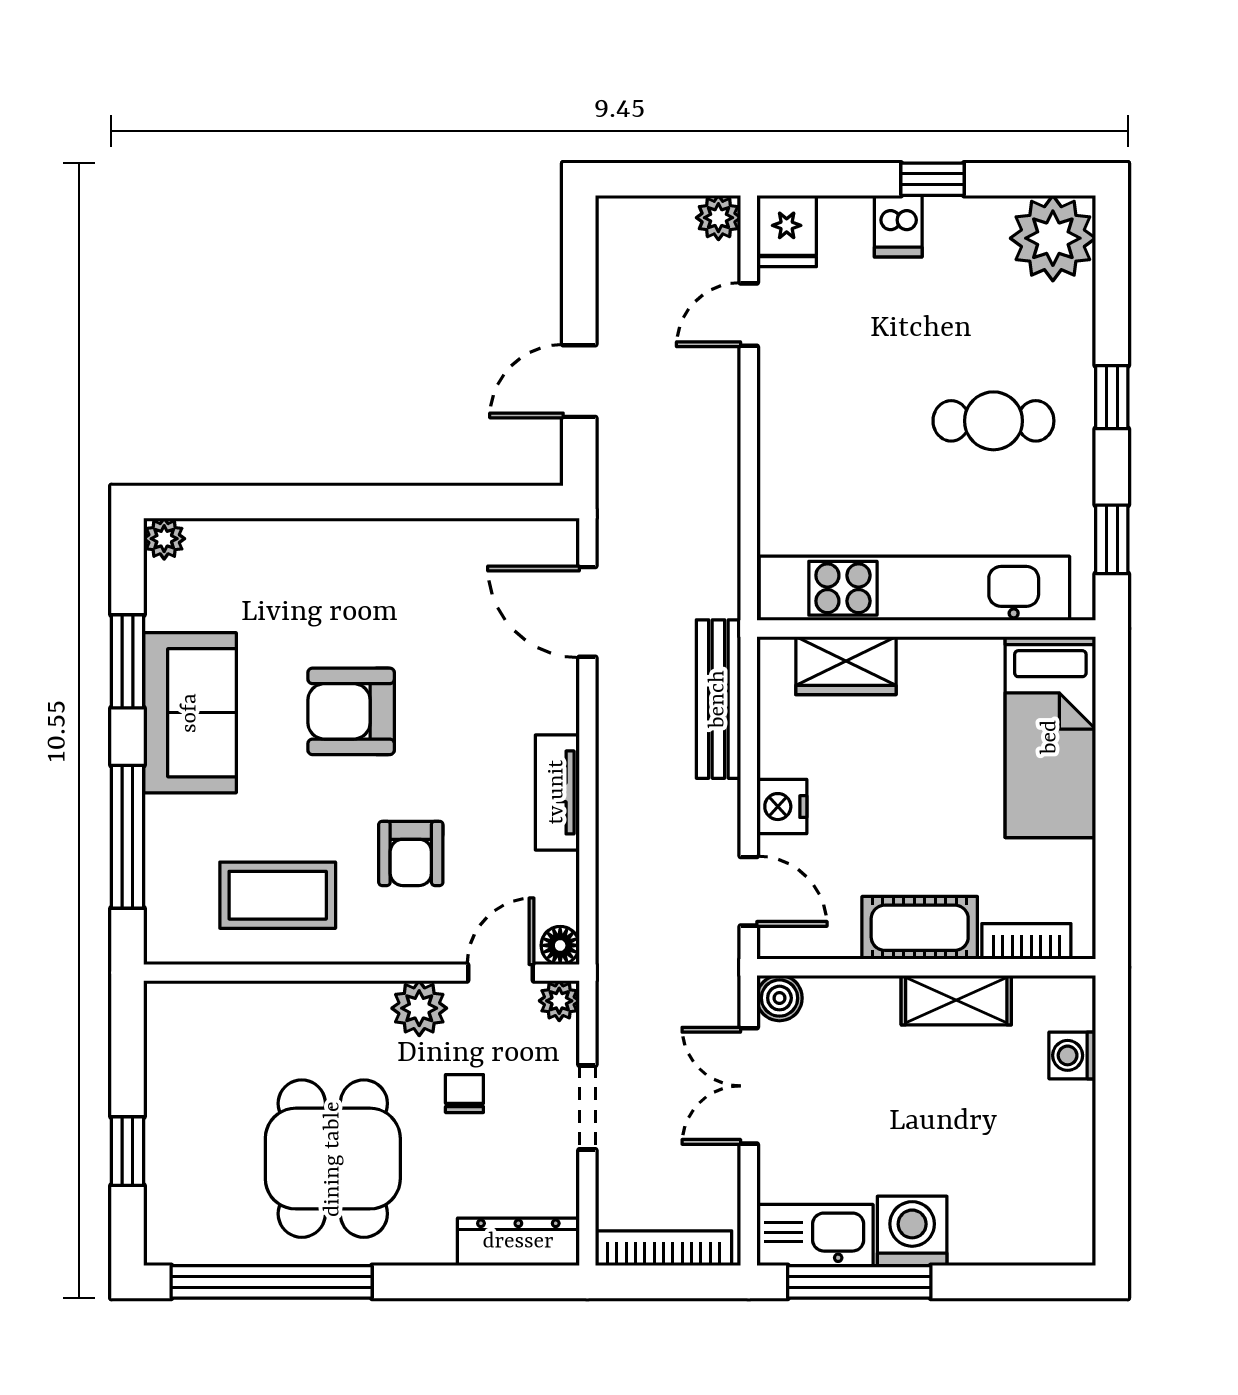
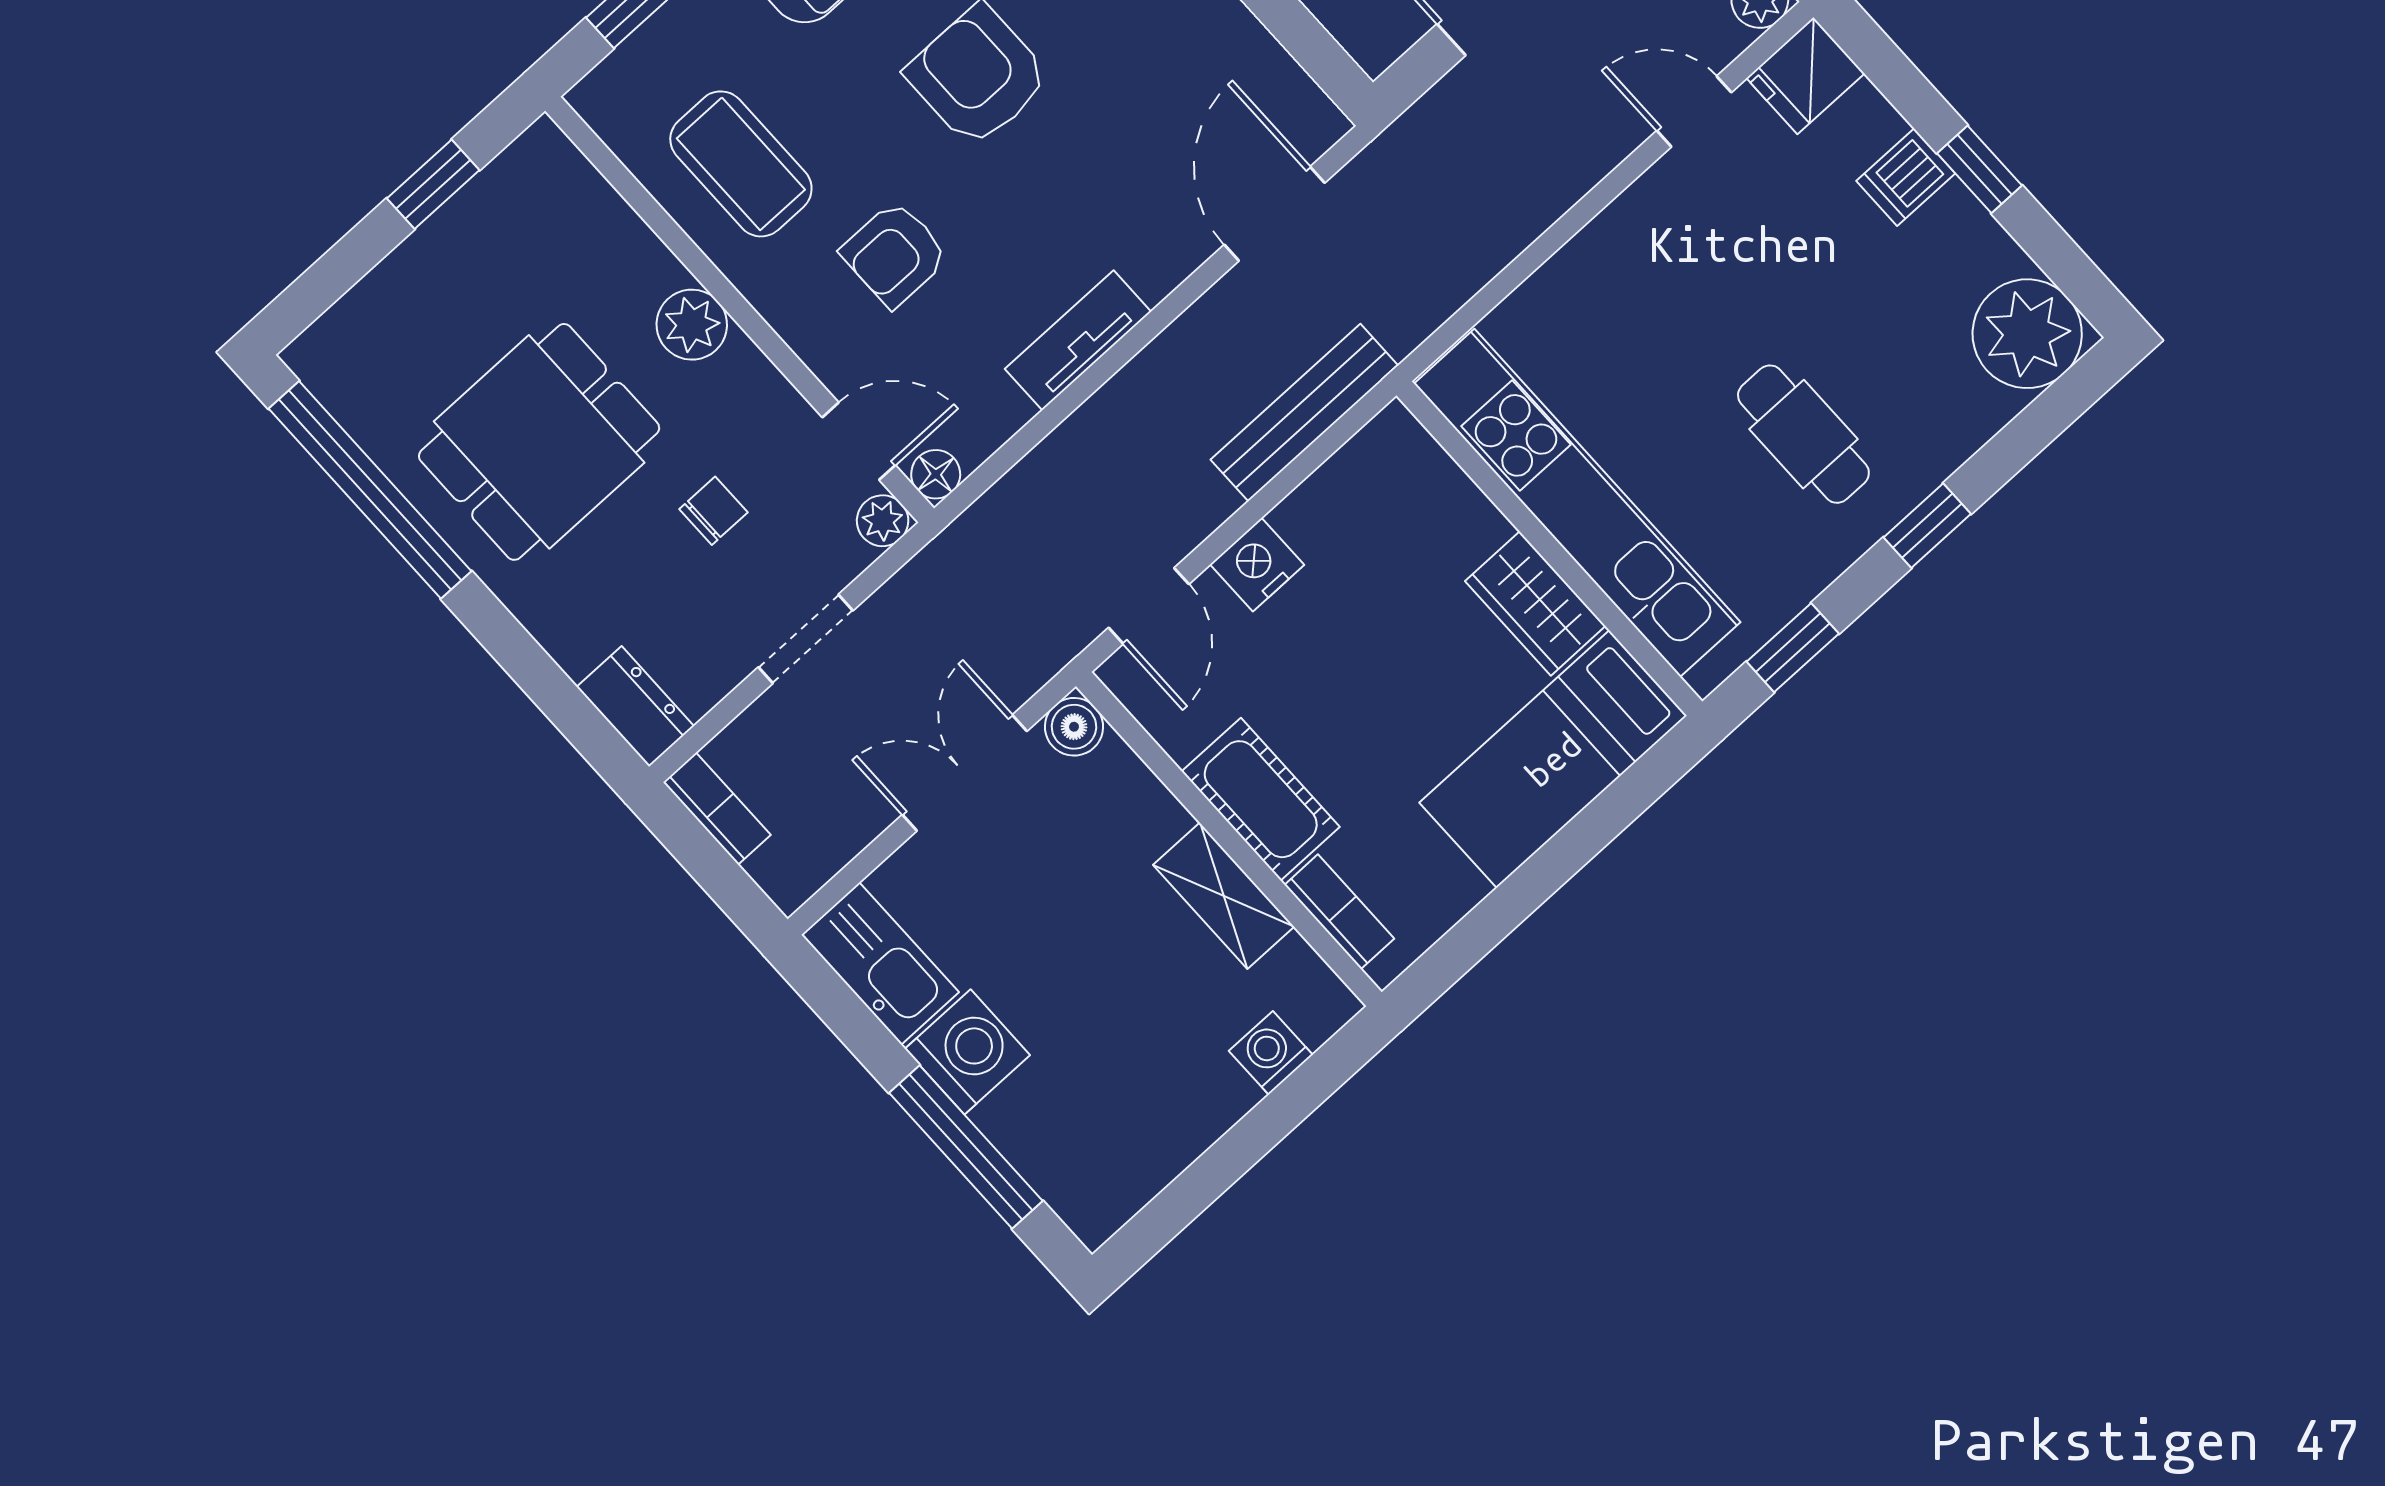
wardrobe: (846, 666) -> (1535, 604), moved
plant: (419, 1008) -> (692, 325), moved
window: (128, 1151) -> (433, 184), moved
dresser: (518, 1242) -> (635, 706), width x0.70
bookcase: (664, 1248) -> (717, 809), width x0.64
window: (859, 1282) -> (966, 1147), moved

